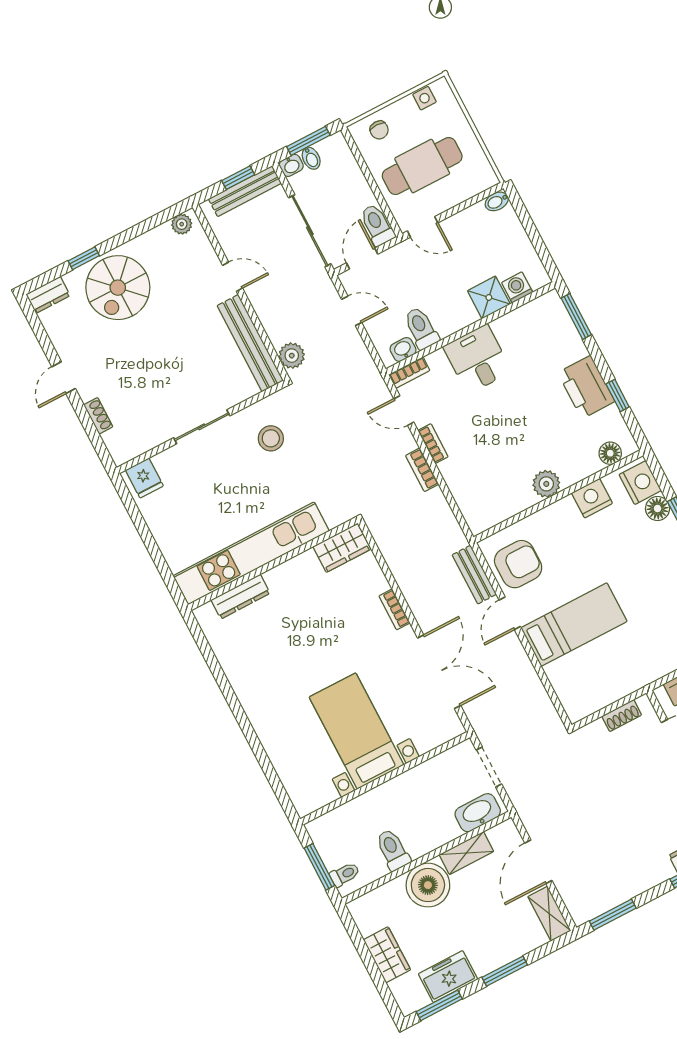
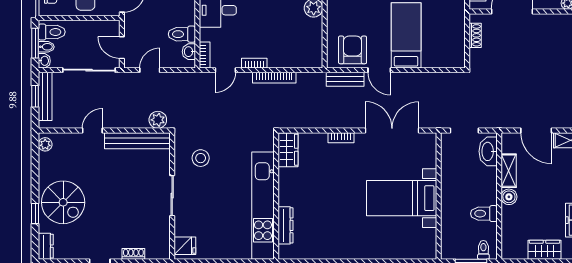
toilet: (377, 225) -> (52, 32), moved, turned 180
bookcase: (422, 470) -> (274, 78), width x1.56
boiler: (428, 885) -> (509, 197), width x0.54, depth x0.54

